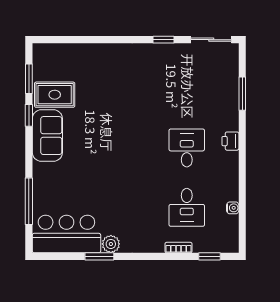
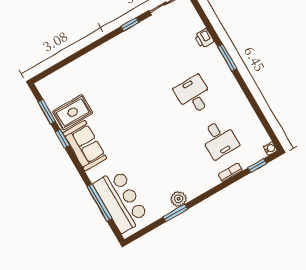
window: (242, 94) -> (227, 58), moved
printer: (230, 141) -> (204, 38), moved
water cooler: (233, 208) -> (270, 149), moved
bar counter: (66, 234) -> (121, 201), moved, turned 90

